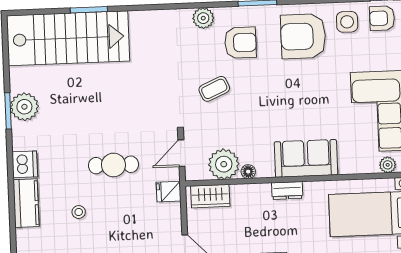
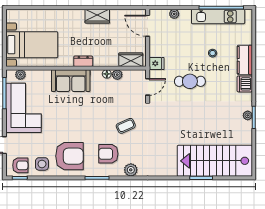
plant: (24, 107) -> (248, 115), width x0.53, depth x0.53
plant: (224, 164) -> (117, 75), width x0.53, depth x0.53

